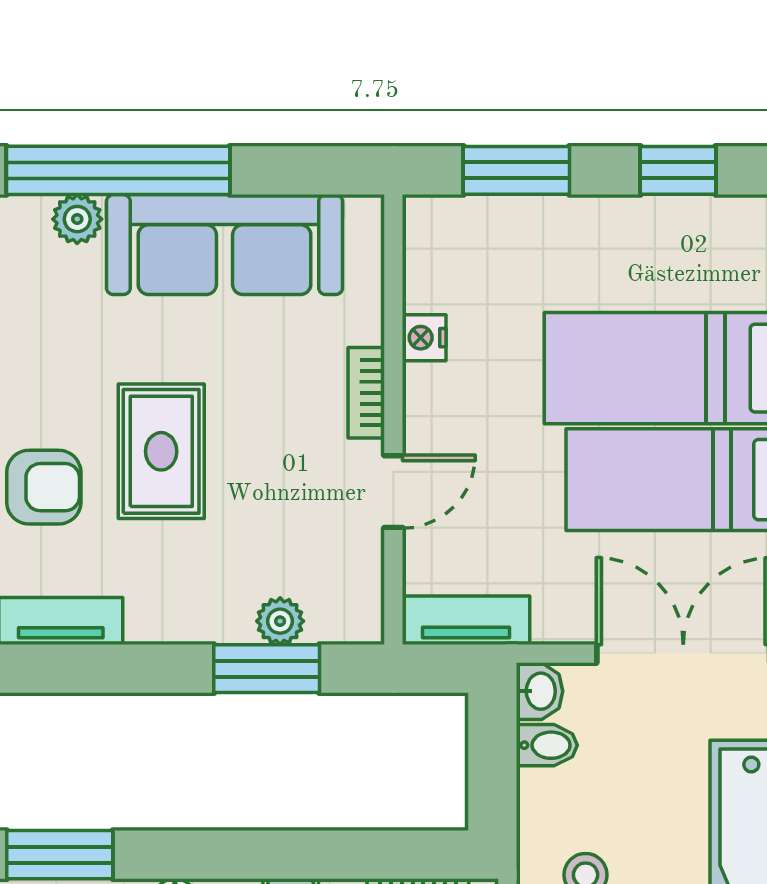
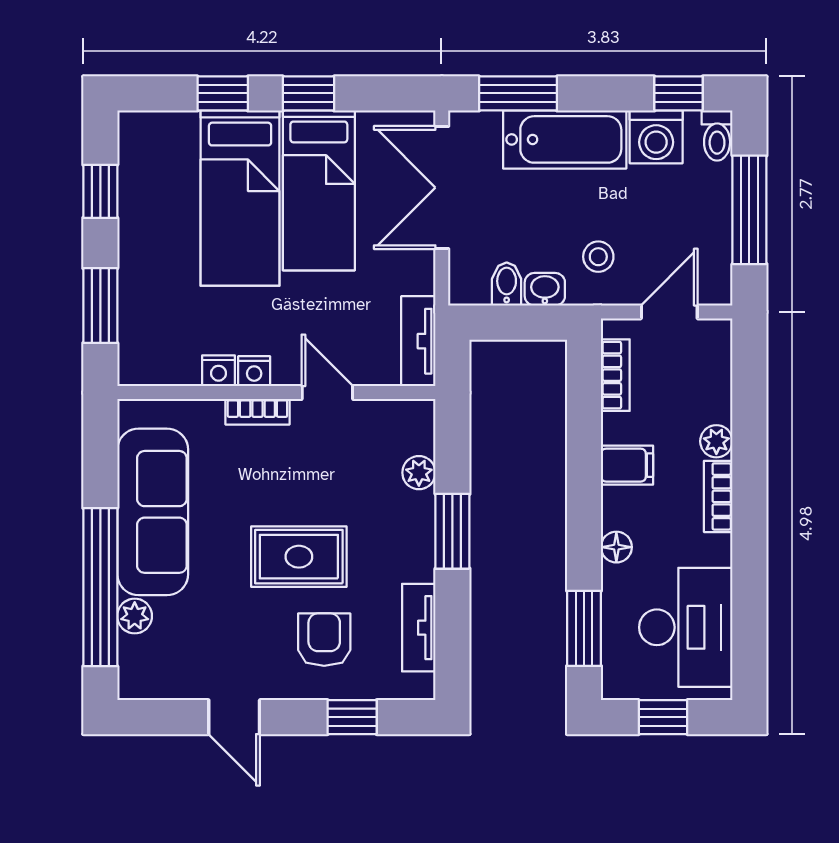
nightstand: (424, 388) -> (254, 371), added
window: (267, 669) -> (452, 531), moved
washbasin: (539, 691) -> (545, 289), moved

